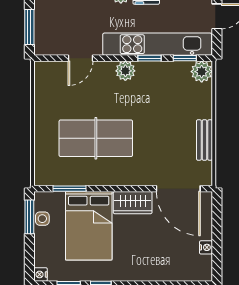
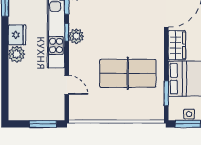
plant: (125, 71) -> (76, 36), moved
table tennis table: (96, 138) -> (128, 73), turned 90

